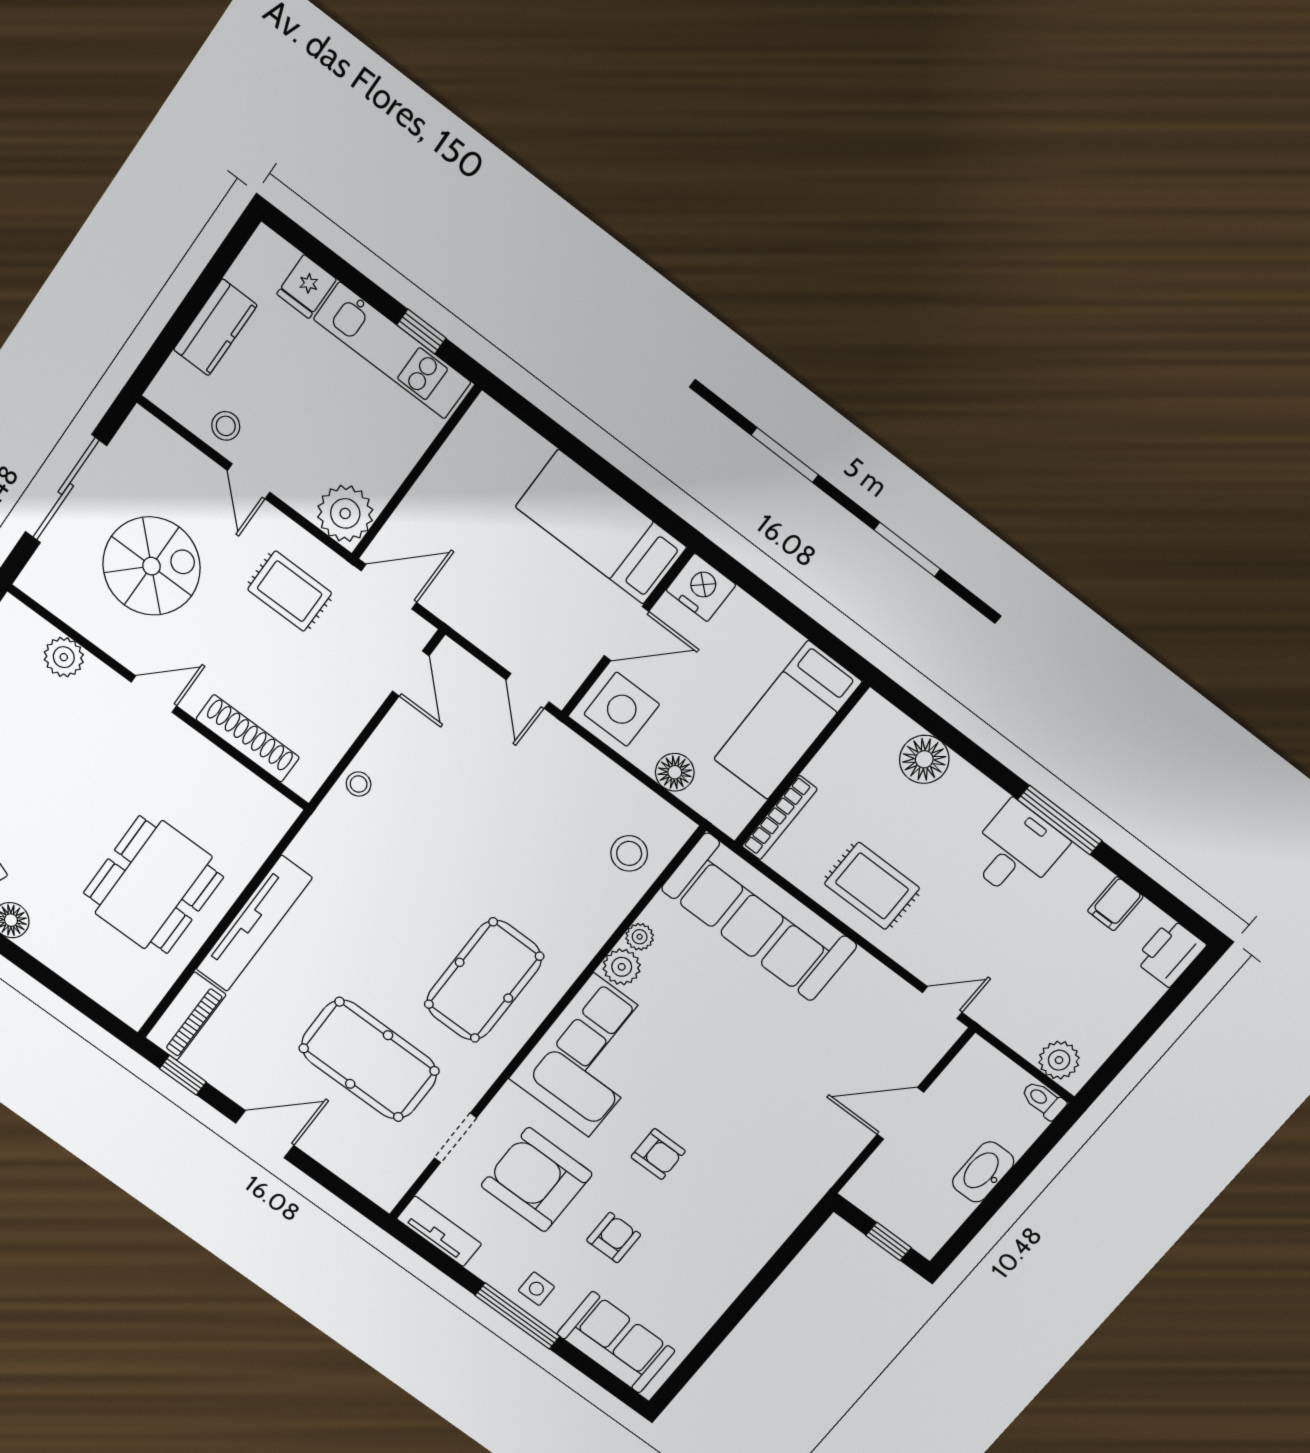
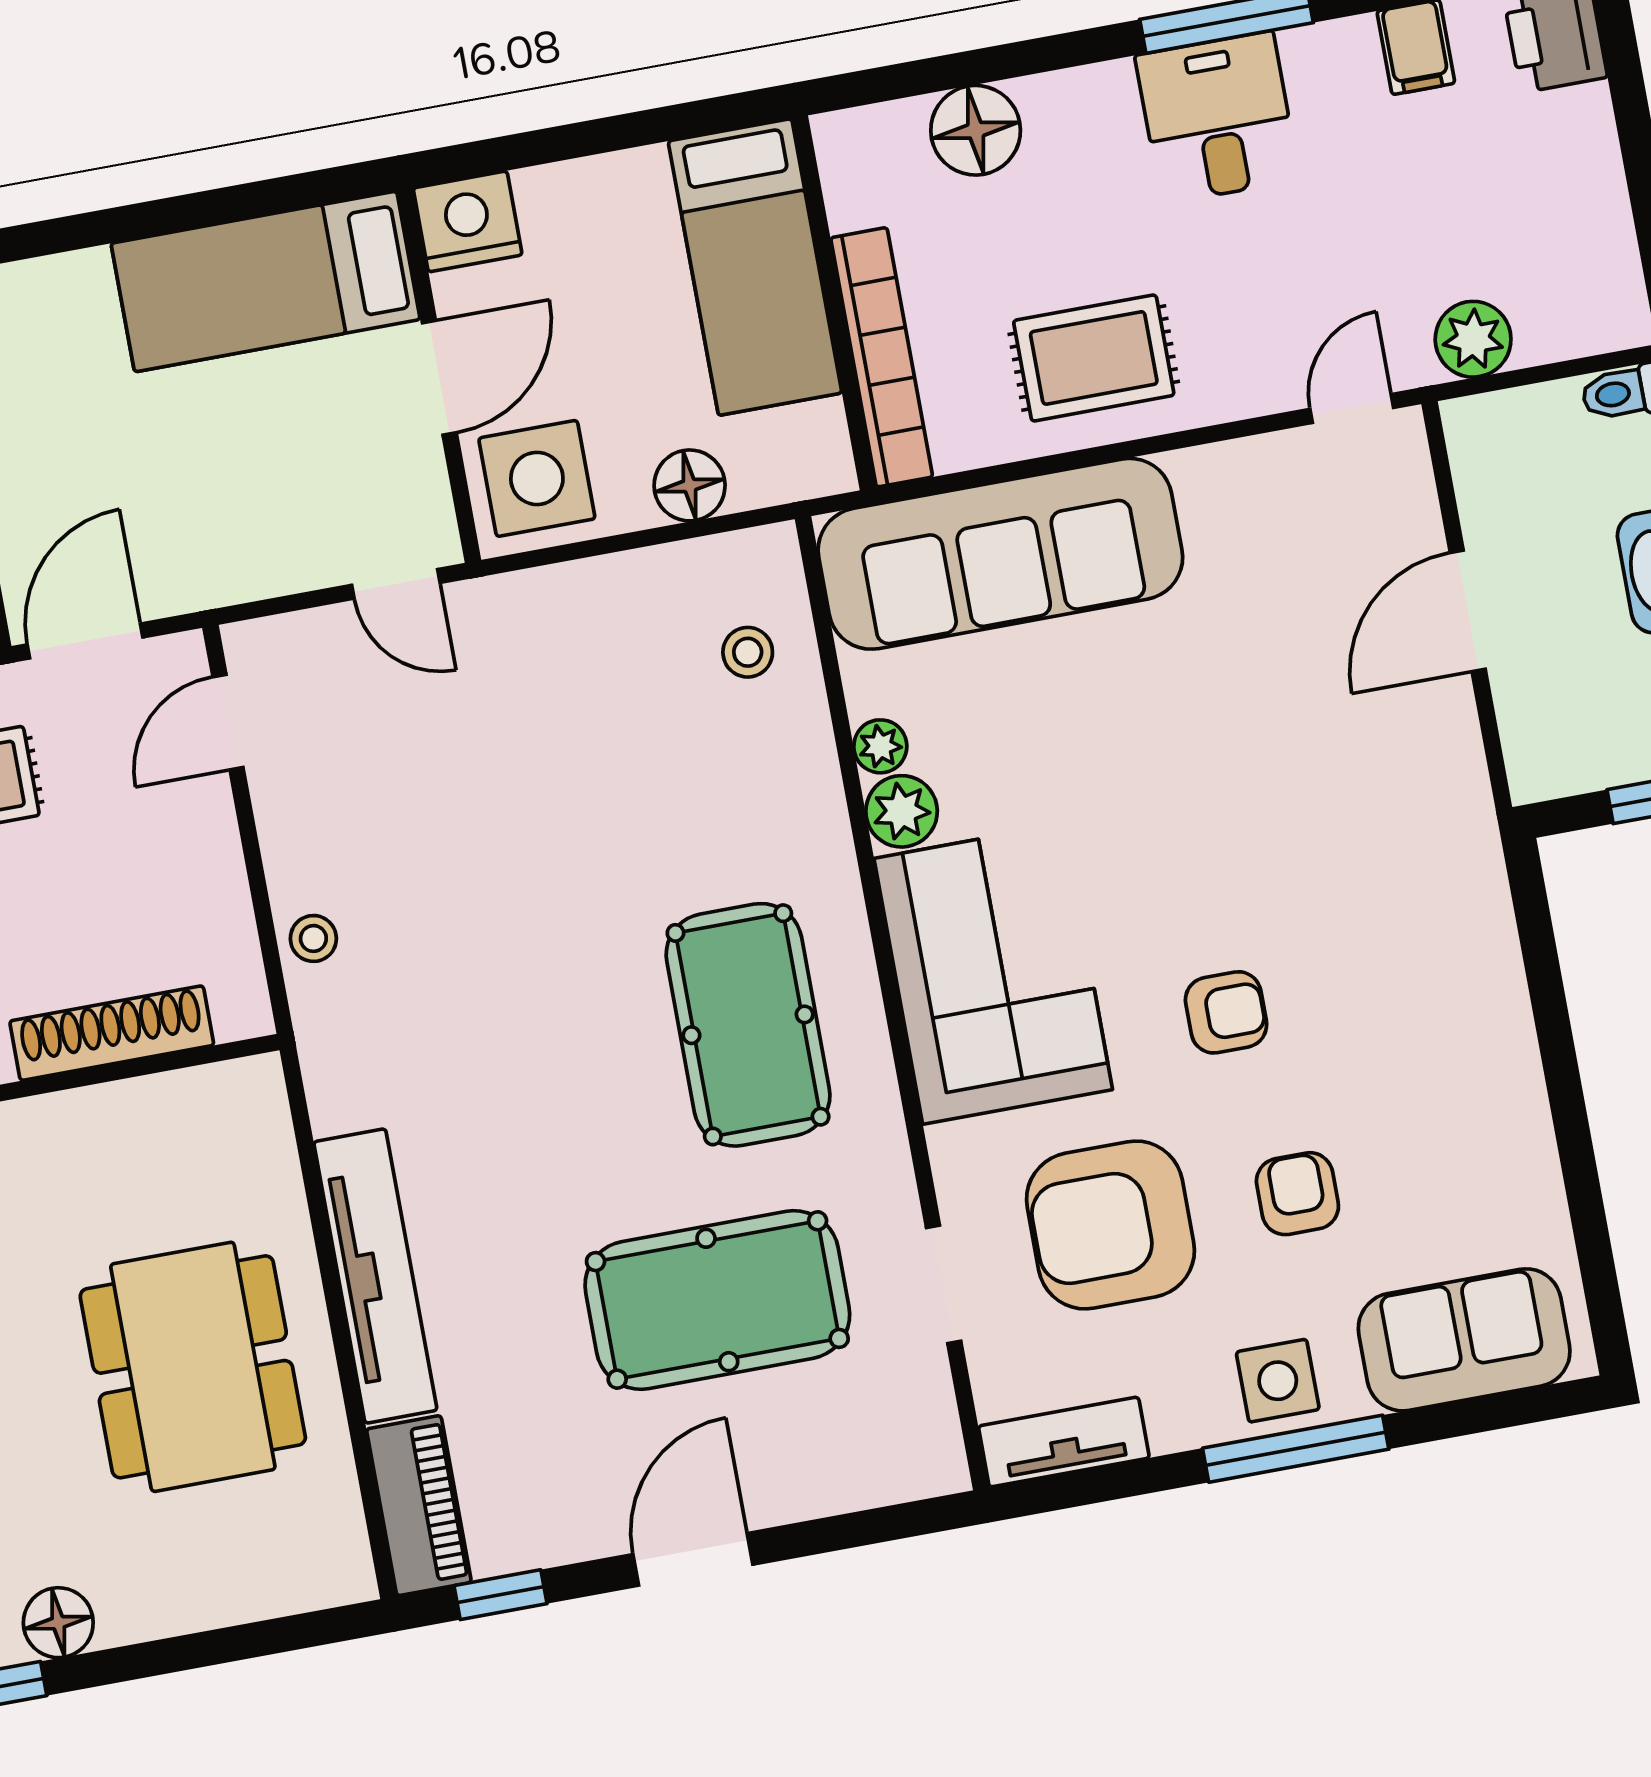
door: (411, 674) -> (228, 722), swing flipped
bookcase: (780, 818) -> (882, 357), width x1.48, depth x1.31
stool: (629, 853) -> (748, 652), width x0.73, depth x0.73
plant: (1059, 1060) -> (1473, 339), moved
side table: (536, 1289) -> (1278, 1381), width x1.37, depth x1.37

